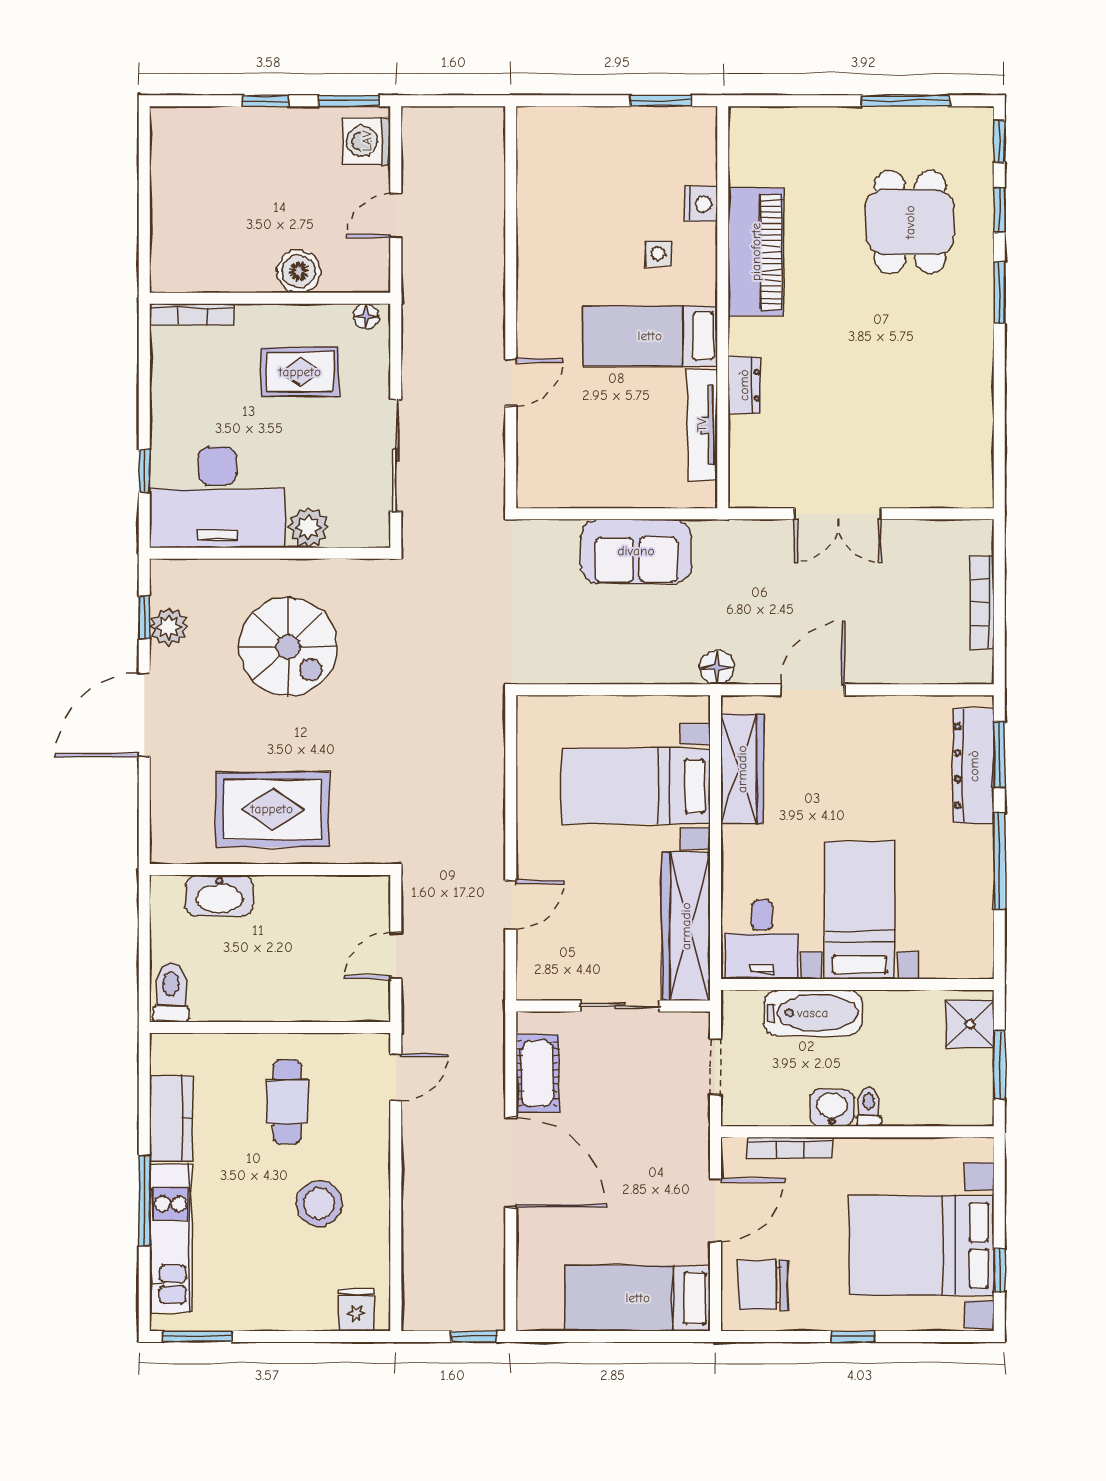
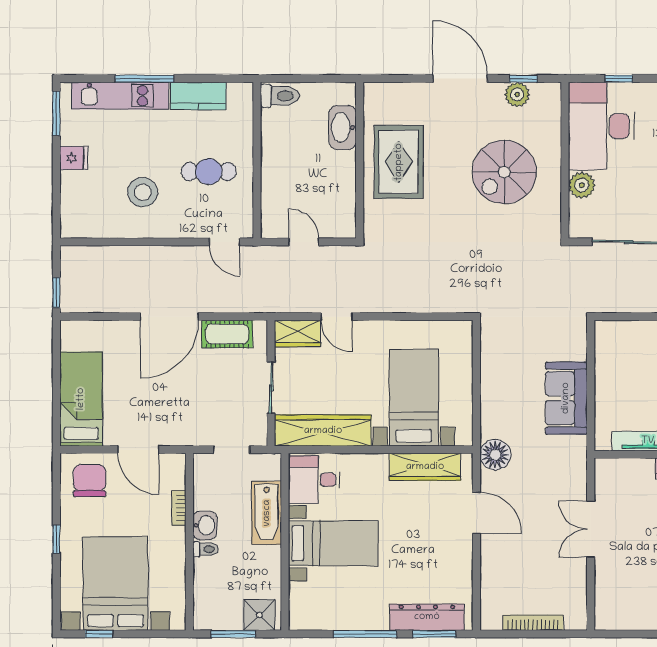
floor lamp: (717, 667) -> (495, 455), width x1.38, depth x1.38
wardrobe: (537, 965) -> (297, 333), added
bookcase: (790, 1148) -> (179, 508), width x0.64
fridge: (356, 1310) -> (74, 158), moved

